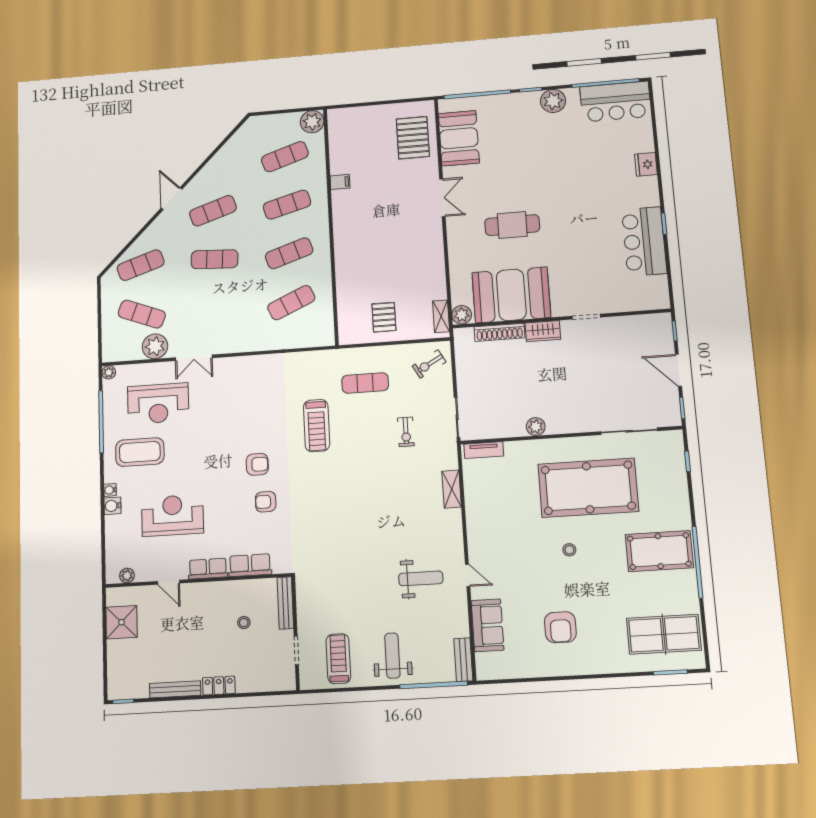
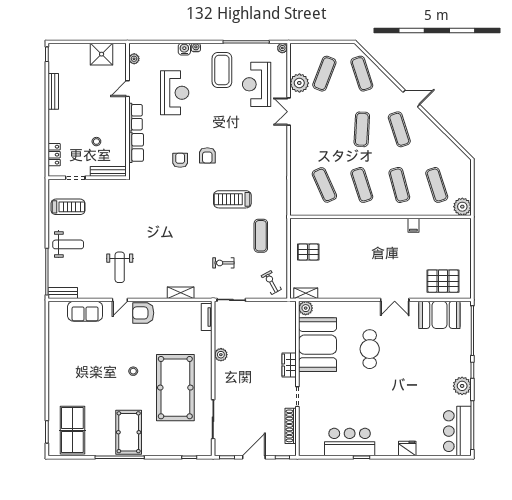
shoe rack: (500, 332) -> (291, 426), moved
armchair: (560, 627) -> (143, 313), moved
locker: (219, 686) -> (54, 155), moved

